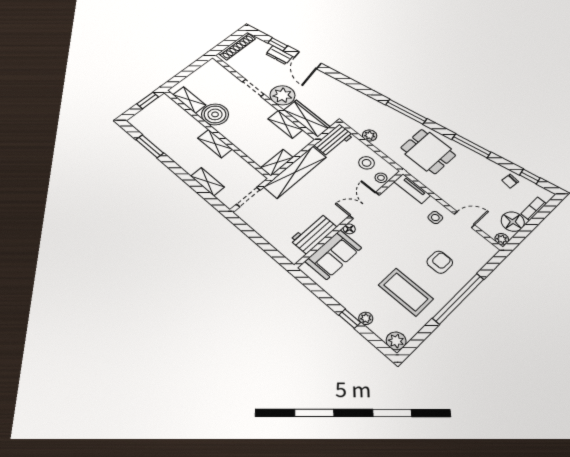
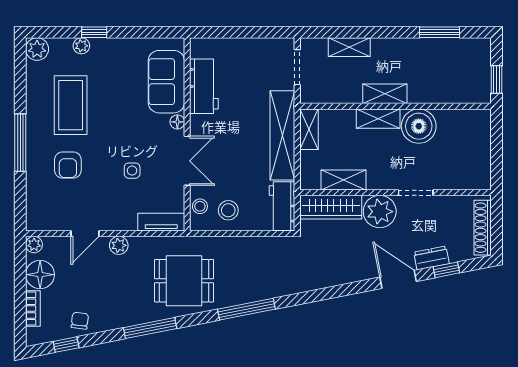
shelving: (189, 100) -> (378, 119), moved
plant: (370, 135) -> (119, 245), moved
side table: (435, 218) -> (132, 171), moved
coffee table: (406, 292) -> (71, 105), turned 90
window: (458, 299) -> (20, 143), width x0.68

